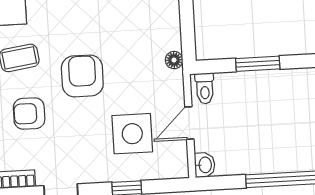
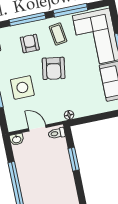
armchair: (82, 76) -> (54, 68), turned 99
side table: (132, 134) -> (22, 87), moved

